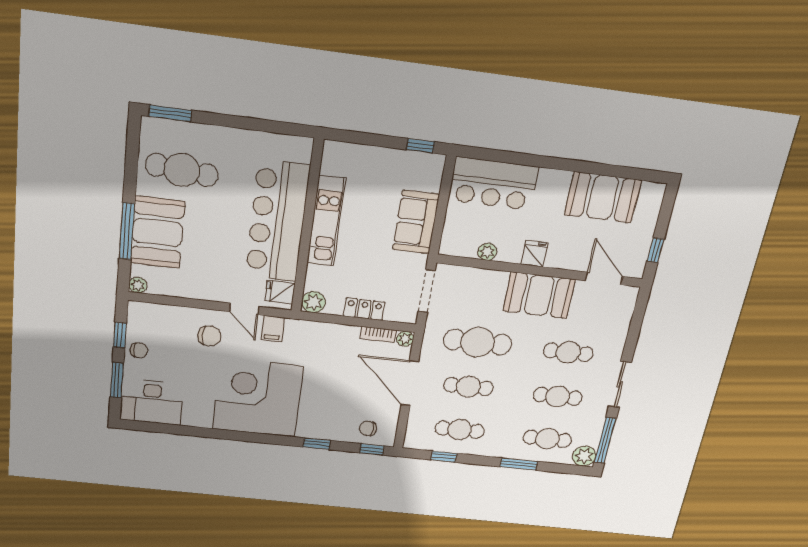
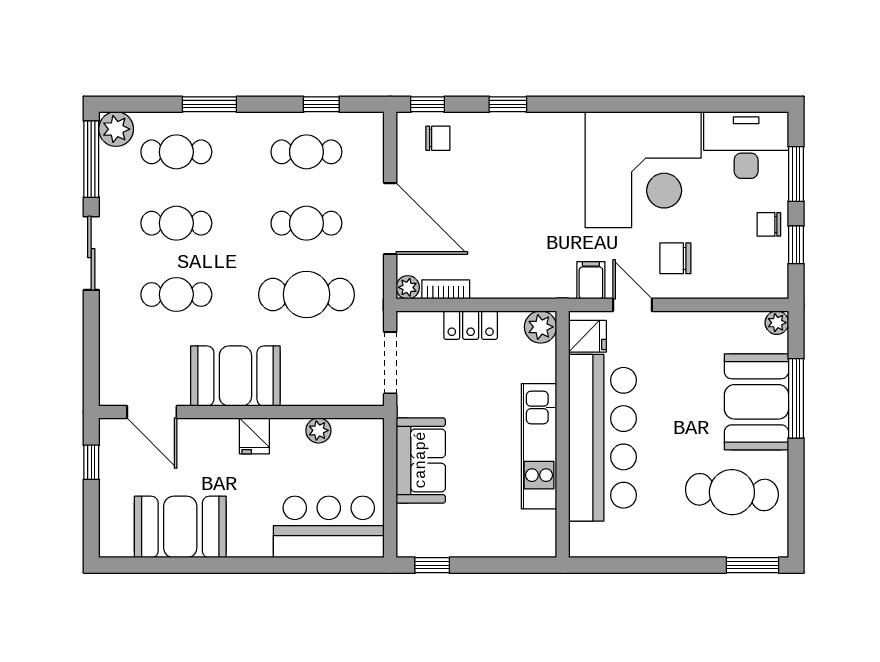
corner desk: (258, 398) -> (643, 170), moved

